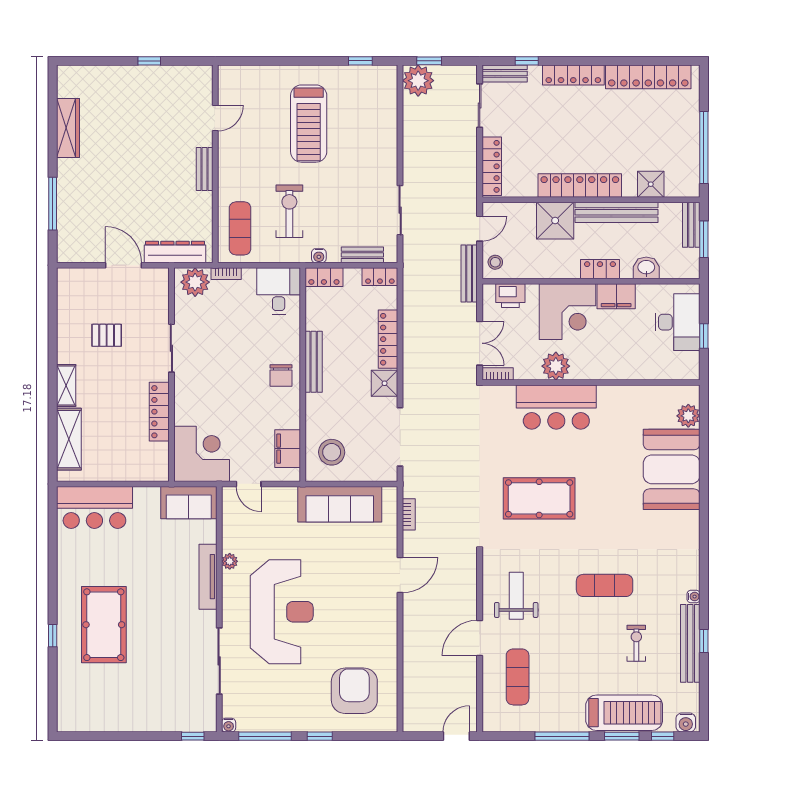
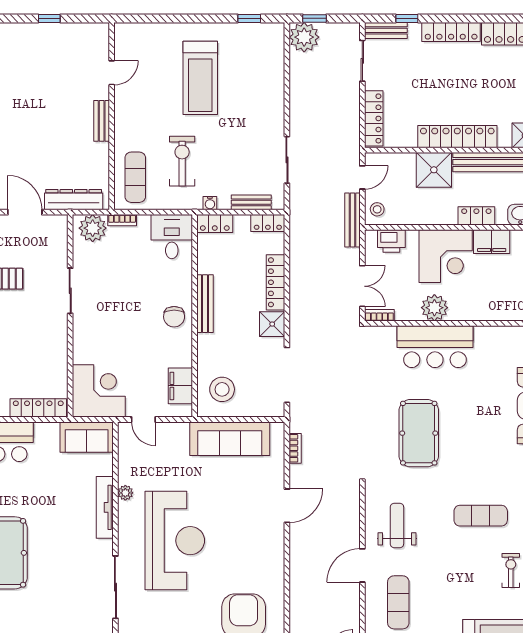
locker: (159, 412) -> (38, 408), moved, turned 90
pool table: (539, 498) -> (419, 433), turned 90

